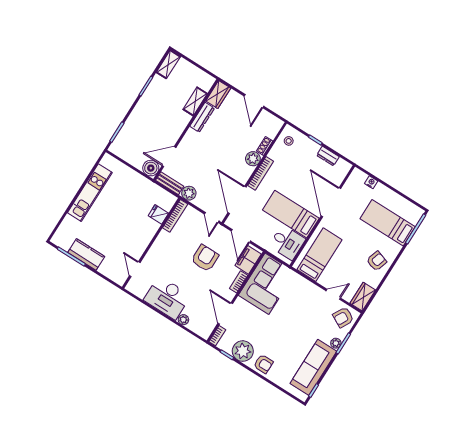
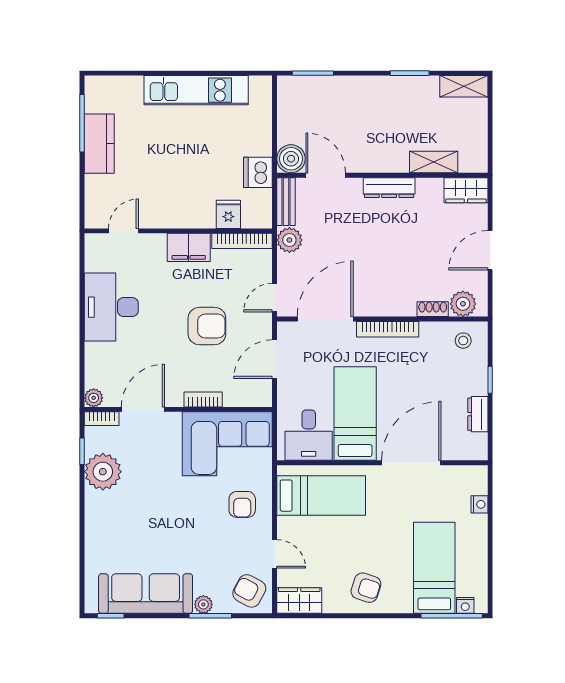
dresser: (202, 117) -> (389, 188), moved
plant: (253, 159) -> (463, 304), moved
dishwasher: (147, 188) -> (258, 172), added
nightstand: (415, 219) -> (465, 605), added
filing cabinet: (248, 260) -> (189, 247), moved, turned 180
plant: (183, 320) -> (94, 398), moved
armchair: (263, 364) -> (242, 504), moved

